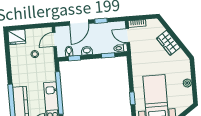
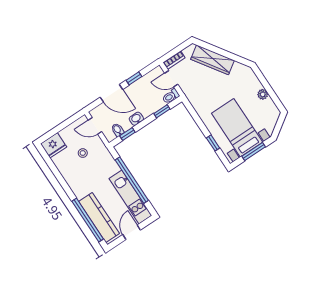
door: (79, 23) -> (111, 93), hinge flipped
door: (54, 39) -> (95, 126), hinge flipped
wardrobe: (168, 43) -> (213, 60), width x1.50

